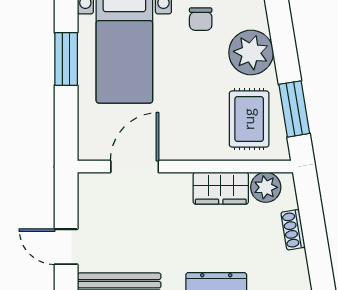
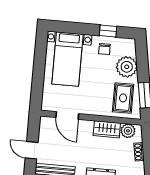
window: (66, 59) -> (40, 62), removed
door: (135, 167) -> (67, 116), swing flipped

